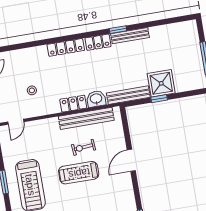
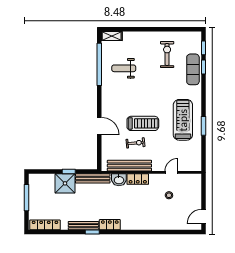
locker: (66, 47) -> (45, 225), moved
door: (16, 122) -> (171, 172), moved
door: (131, 160) -> (99, 126), hinge flipped

